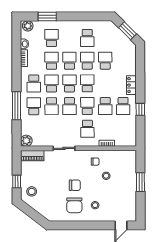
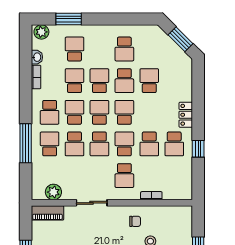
school desk: (87, 61) -> (124, 81), turned 180
plant: (26, 141) -> (53, 192), moved

